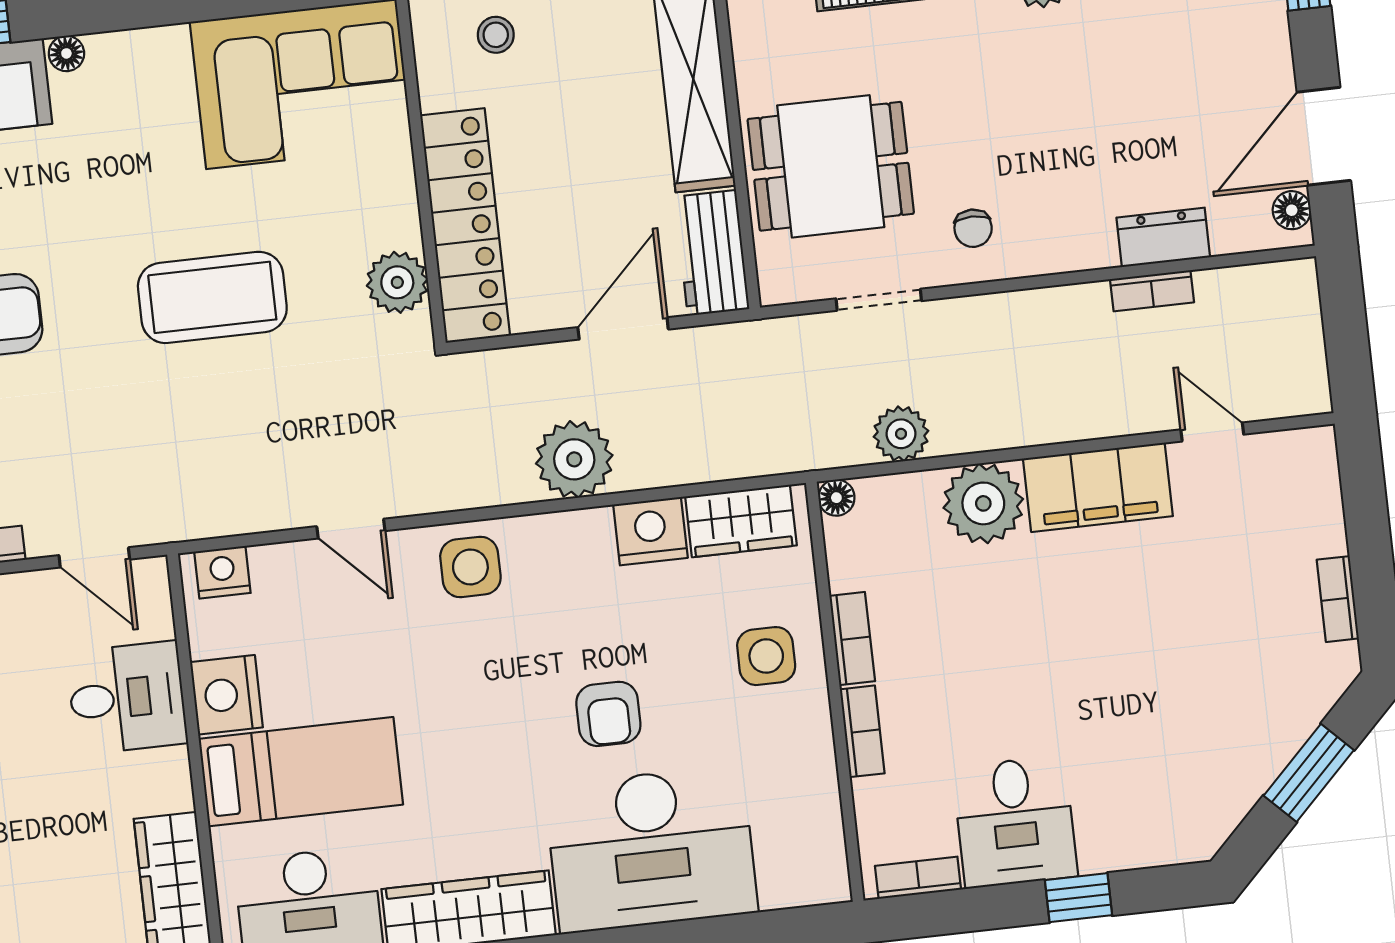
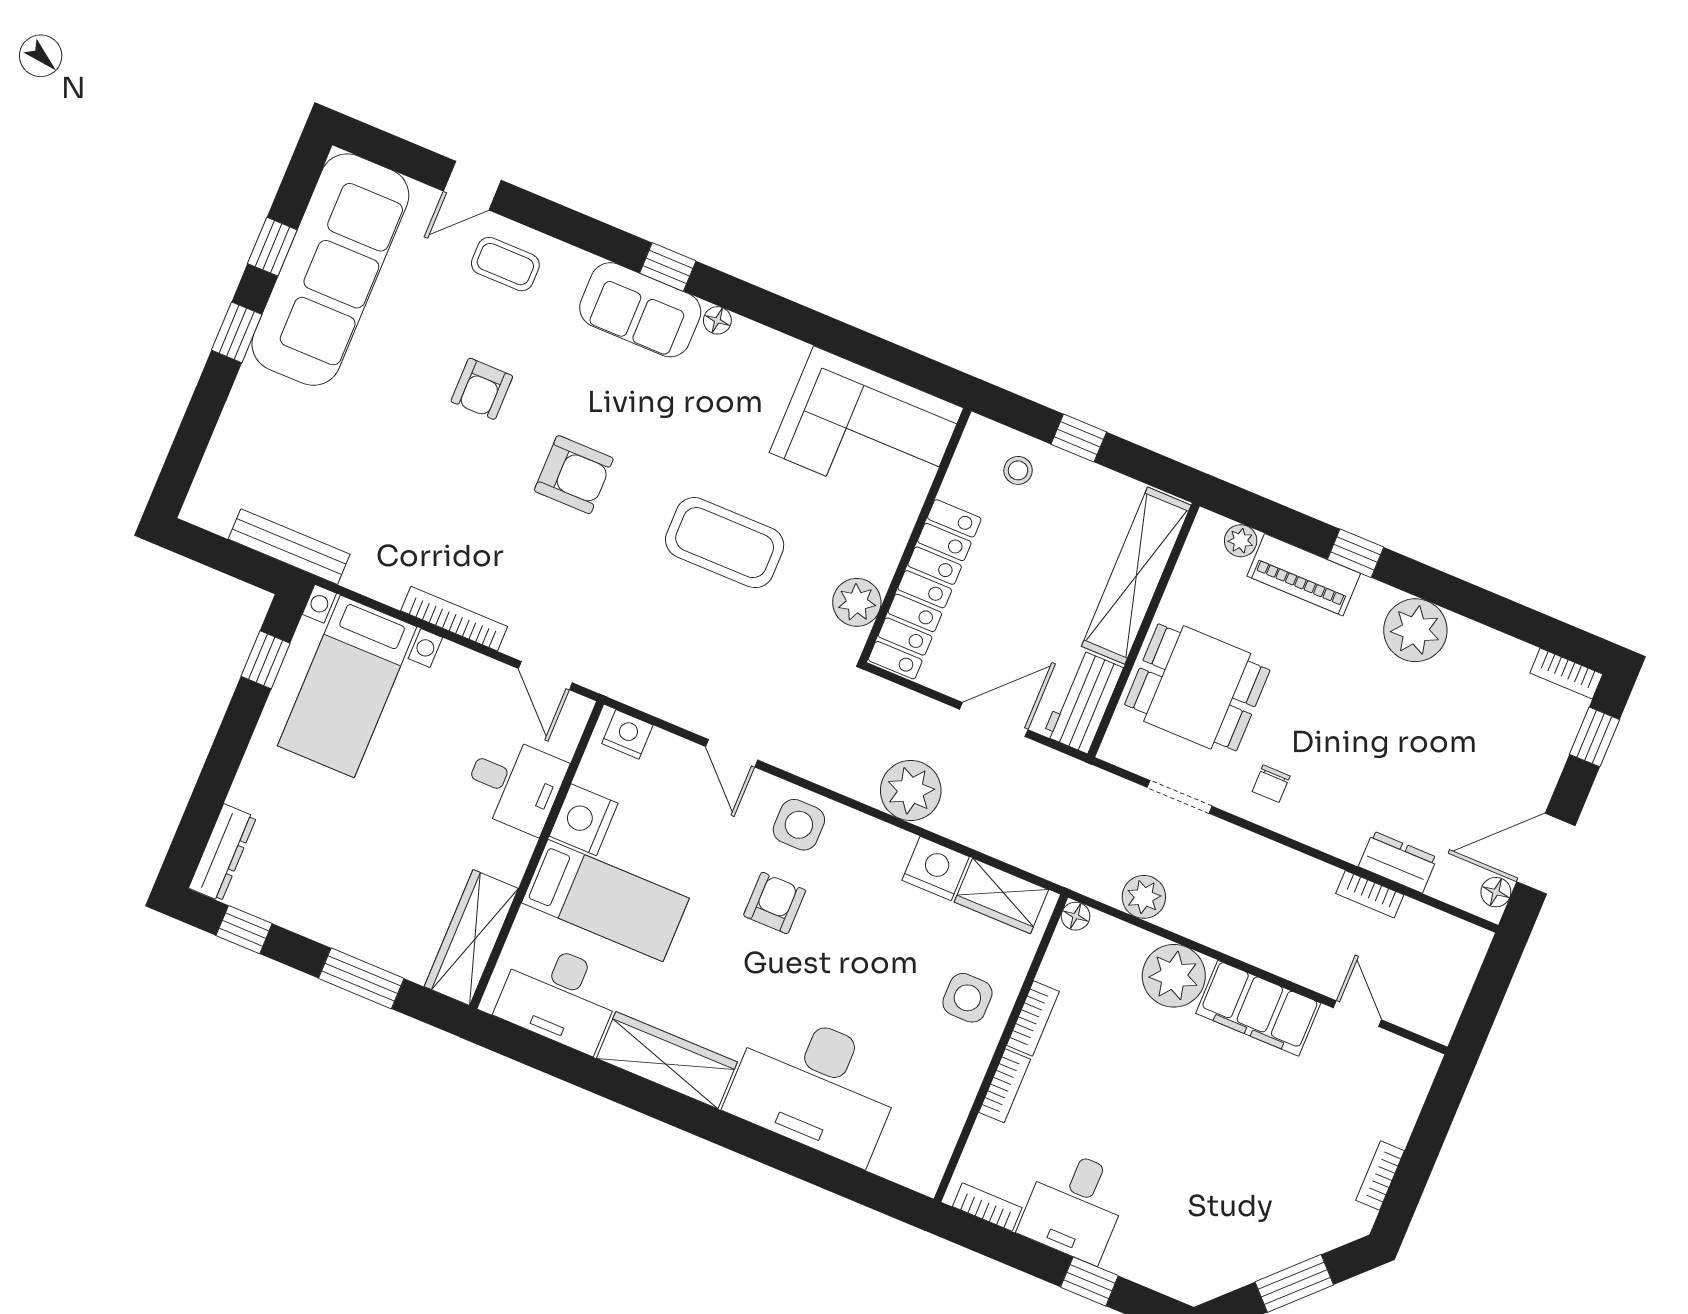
armchair: (608, 714) -> (775, 903), moved, turned 180

